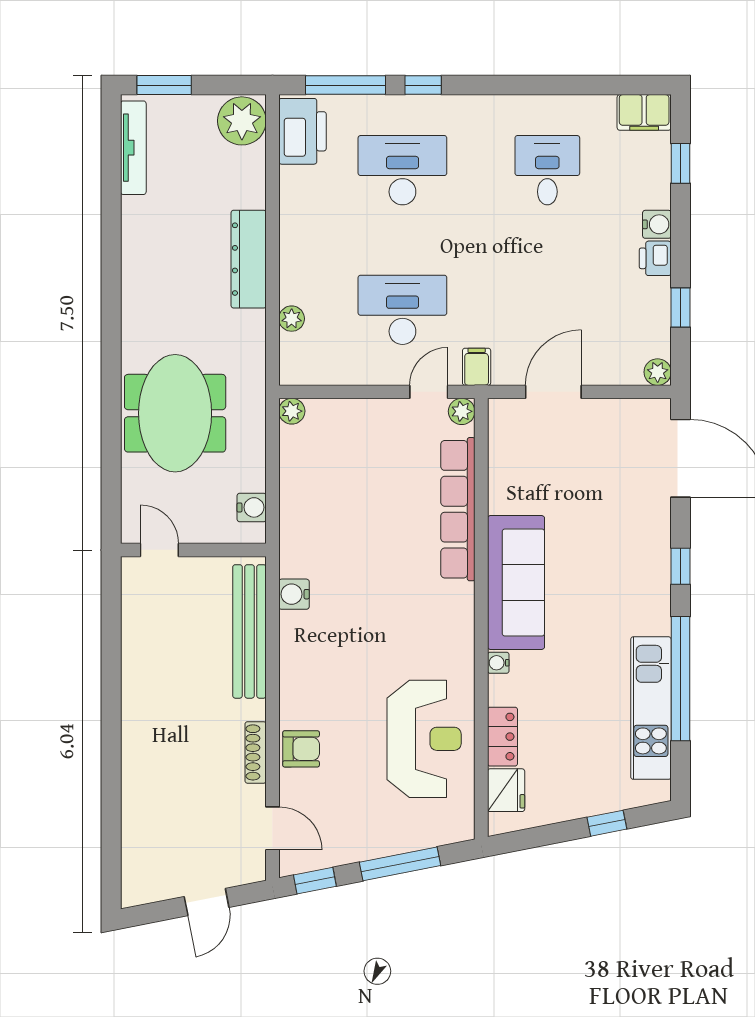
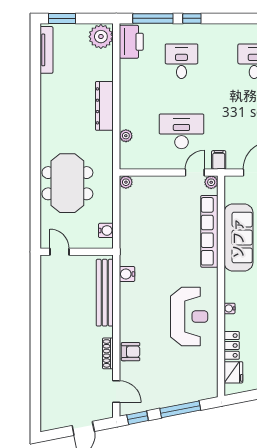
desk: (402, 170) -> (181, 61), width x0.73
sofa: (516, 583) -> (238, 238), moved
reception desk: (424, 739) -> (189, 317), moved

